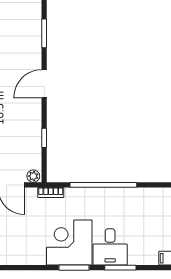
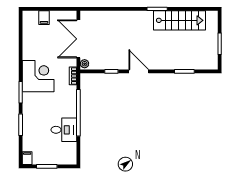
door: (44, 84) -> (139, 71), moved
corner desk: (69, 243) -> (38, 76), moved
desk: (110, 247) -> (64, 130), moved, turned 180

